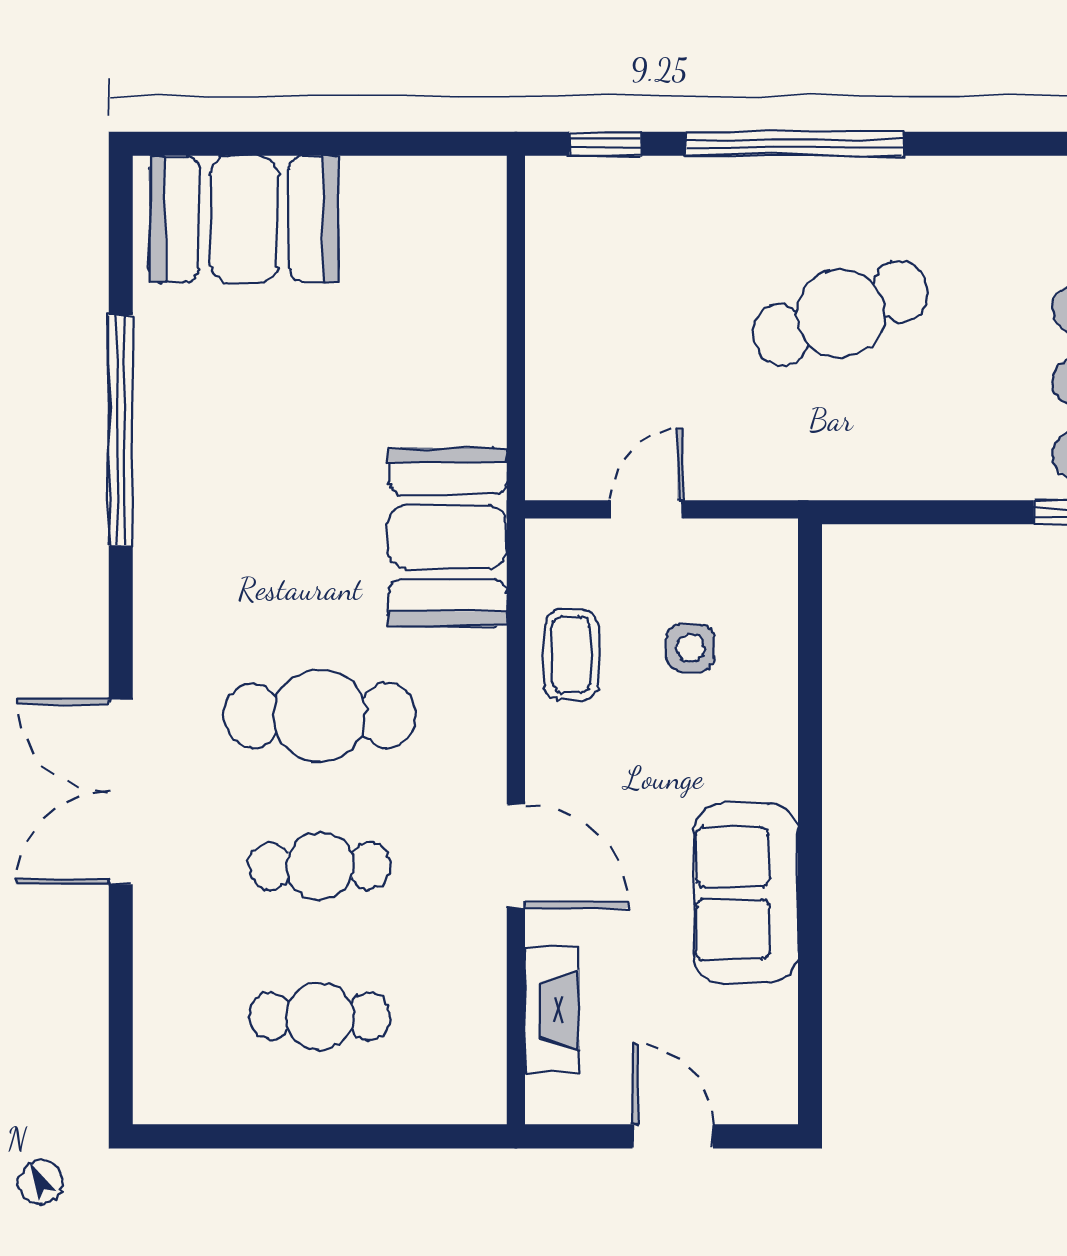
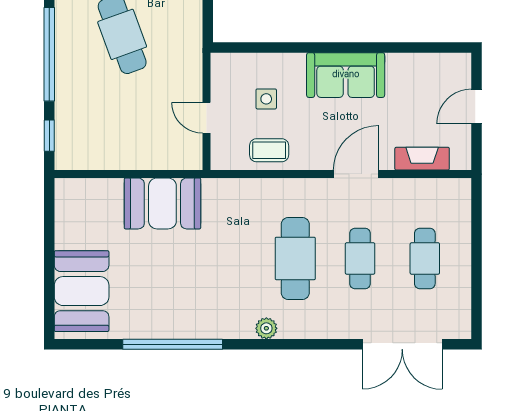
booth: (448, 537) -> (162, 203), moved
plant: (158, 648) -> (266, 328), added
double door: (121, 792) -> (402, 344), moved
sofa: (746, 893) -> (346, 75), moved

